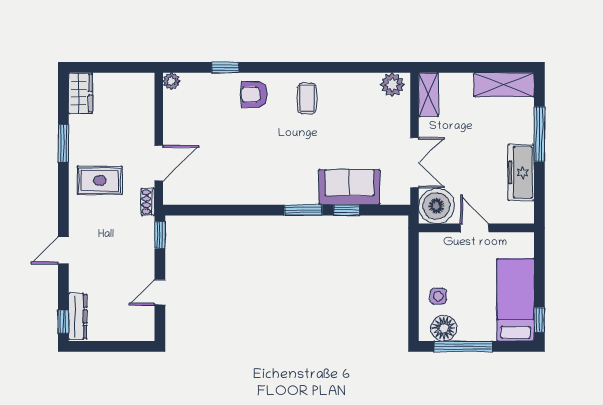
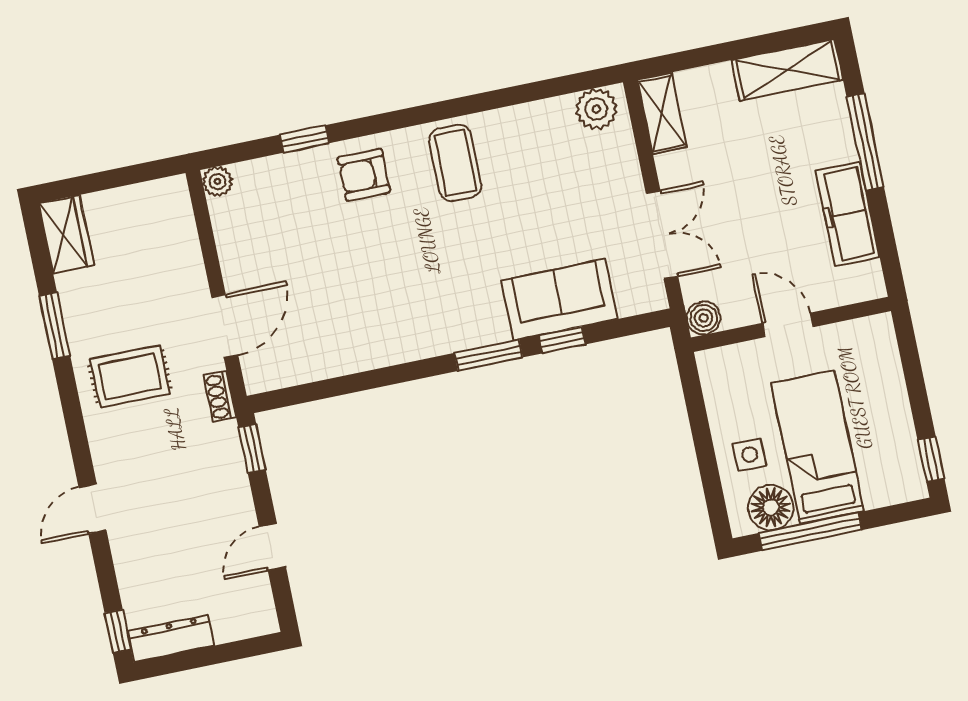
coffee table: (307, 98) -> (455, 163), width x1.36, depth x1.30
boiler: (436, 206) -> (704, 318), width x0.54, depth x0.54
bed: (516, 300) -> (817, 447), moved
dresser: (78, 316) -> (171, 638), moved, turned -90

